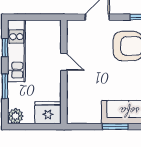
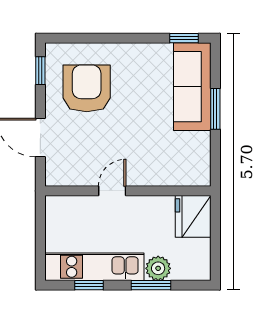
plant: (15, 116) -> (158, 268), moved

